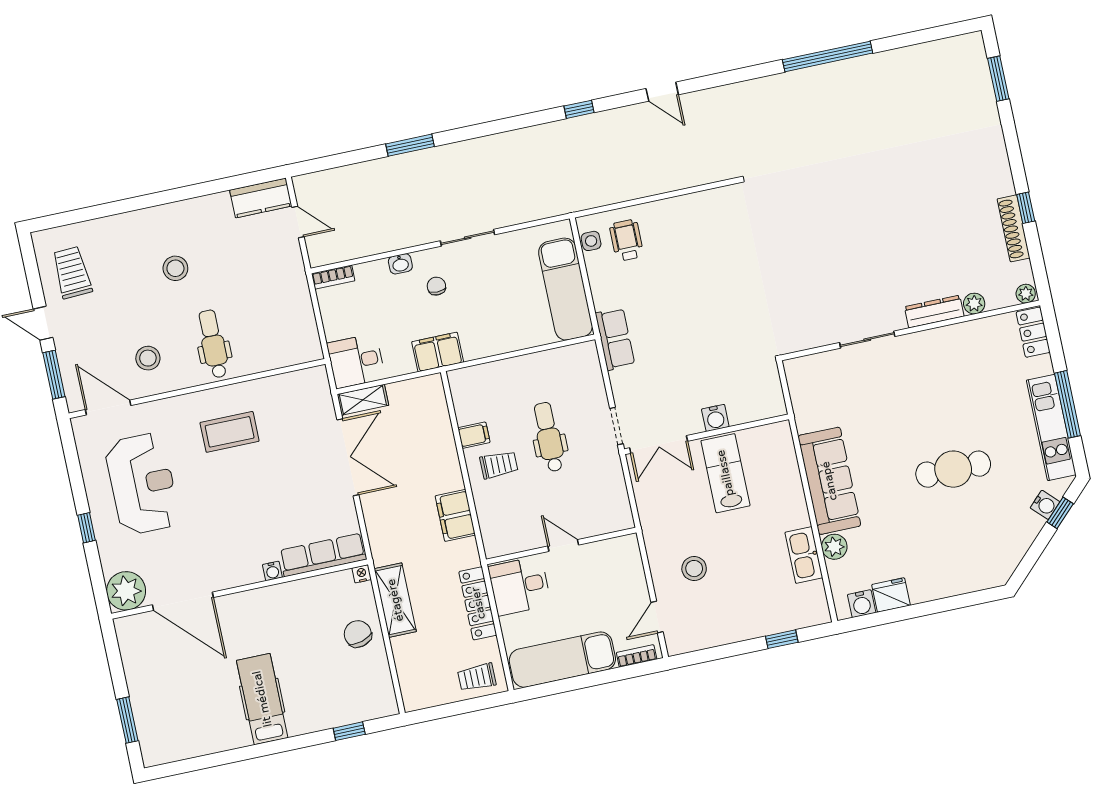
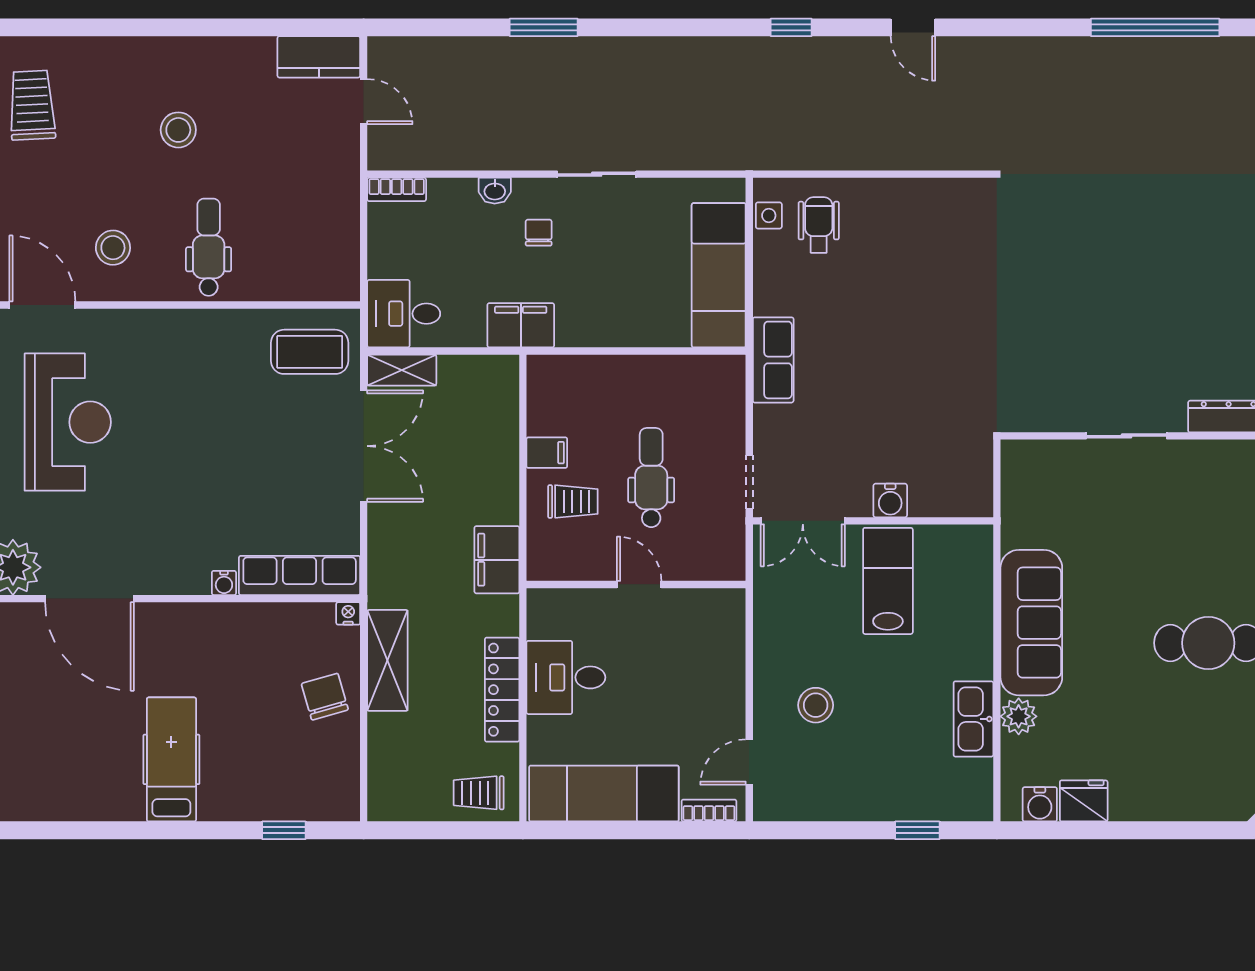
coffee table: (230, 432) -> (310, 352), moved
wall: (561, 546) -> (636, 584), moved
door: (563, 546) -> (639, 584), moved

